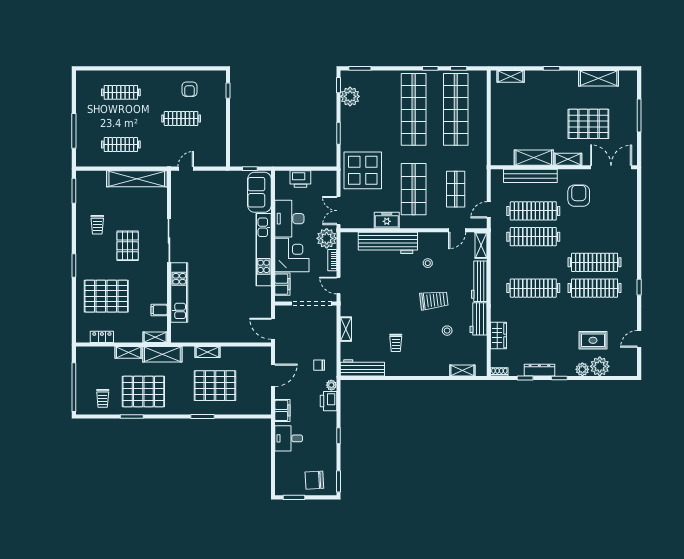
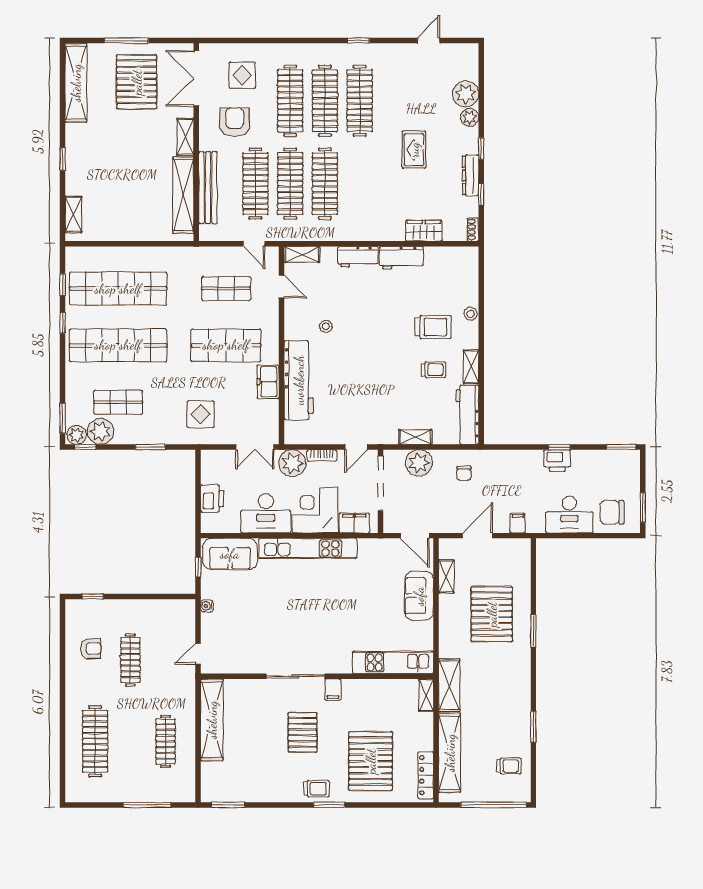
shelving: (599, 78) -> (76, 83), width x1.47
plant: (347, 79) -> (77, 435), added
clothes rail: (121, 92) -> (95, 741), width x1.37, depth x1.31
shop shelf: (372, 109) -> (118, 402), added
pallet: (588, 124) -> (137, 82), moved
shelving: (534, 158) -> (183, 195), width x1.47
door: (186, 169) -> (198, 654), hinge flipped
display table: (363, 170) -> (200, 414), width x0.54, depth x0.54
water cooler: (221, 175) -> (207, 606), added
armchair: (579, 196) -> (235, 122), turned 90
display table: (613, 201) -> (242, 75), added
trolley: (97, 225) -> (316, 789), moved
clothes rail: (595, 237) -> (290, 101), added
pallet: (128, 246) -> (303, 732), turned 90
workbench: (479, 281) -> (358, 257), width x0.73
clothes rail: (533, 288) -> (325, 184), moved
kitchen unit: (179, 292) -> (393, 662), moved
trolley: (434, 300) -> (433, 327), moved, turned 97
filing cabinet: (159, 310) -> (333, 690), moved
door: (273, 329) -> (415, 536), hinge flipped
stool: (447, 331) -> (471, 314), moved
sofa: (229, 332) -> (419, 596), added
locker: (102, 337) -> (426, 775), width x1.53
door: (639, 339) -> (428, 41), swing flipped
rug: (593, 340) -> (414, 150), moved
shelving: (129, 352) -> (450, 753), width x2.20, depth x1.33
shelving: (207, 352) -> (446, 576), moved
shelving: (462, 370) -> (471, 367), moved
door: (273, 375) -> (478, 536), hinge flipped
plant: (331, 385) -> (419, 463), moved, width x1.87, depth x1.87
pallet: (143, 391) -> (500, 711), removed
printer: (329, 401) -> (557, 461), moved
filing cabinet: (282, 410) -> (518, 523), width x0.50
desk: (289, 438) -> (569, 514), width x1.37
chair: (314, 480) -> (612, 512), moved, turned 93

